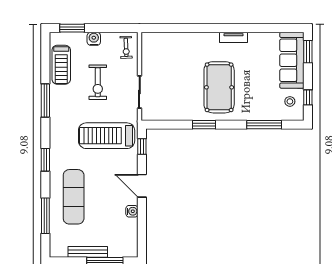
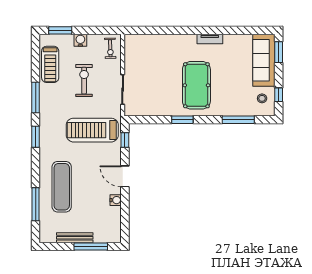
exercise bike: (98, 82) -> (84, 81), turned 180
window: (45, 160) -> (36, 137), moved

